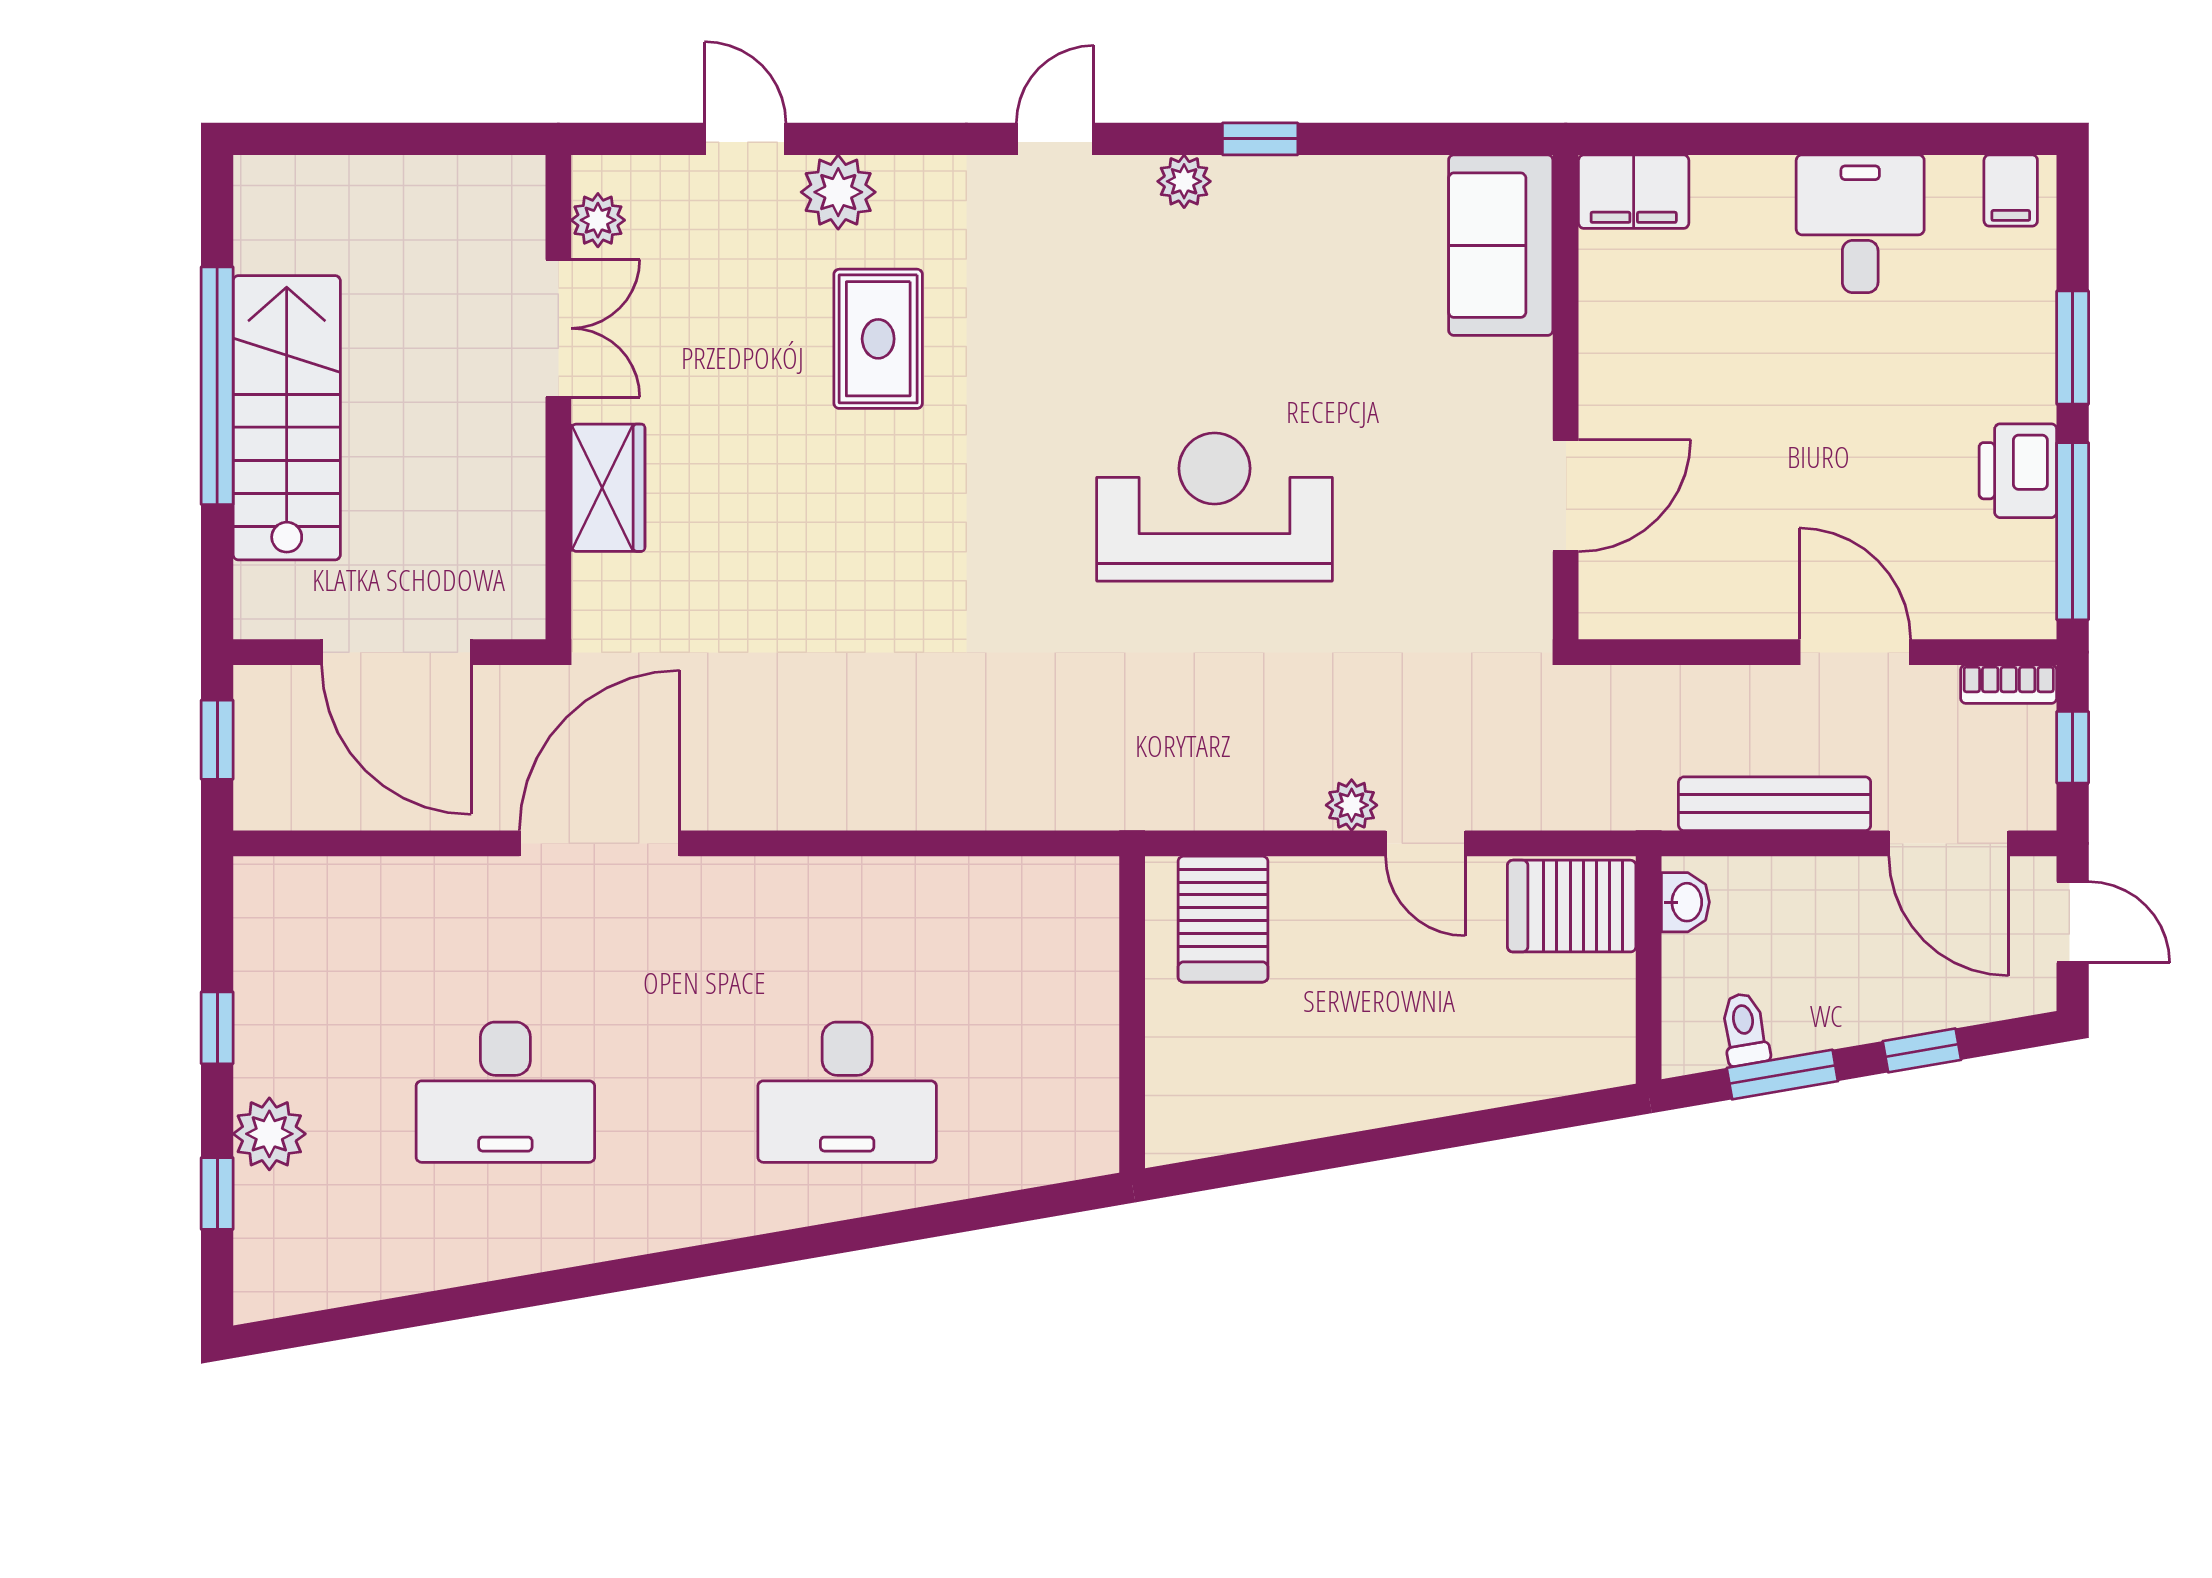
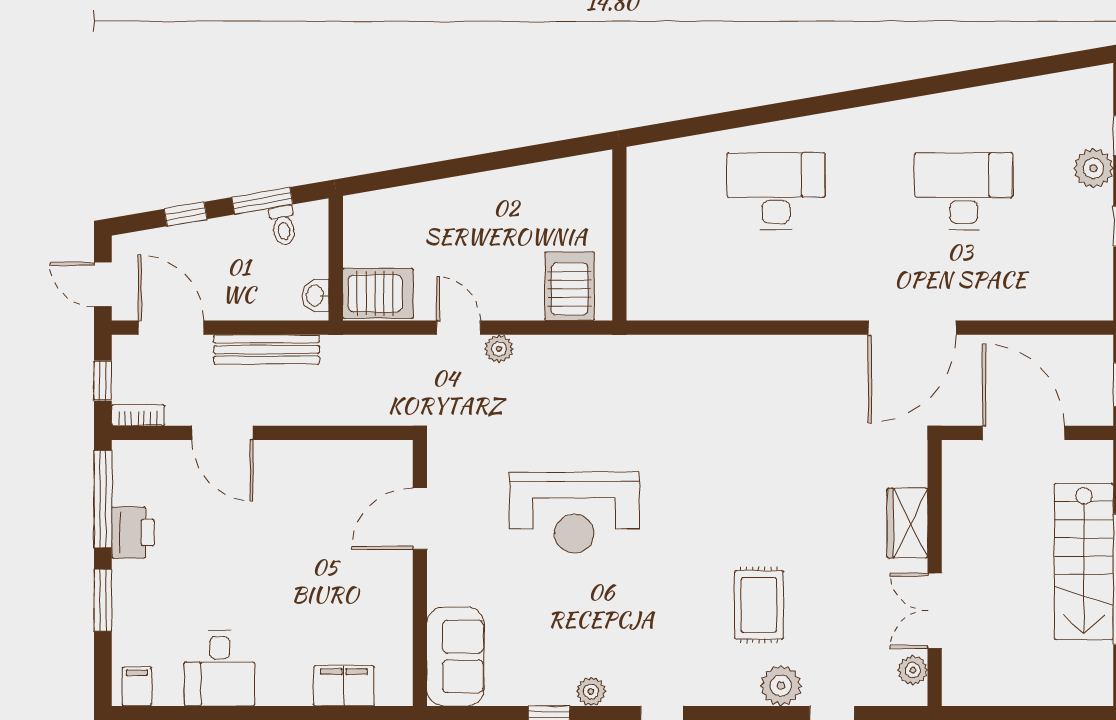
sofa: (1501, 245) -> (455, 656), moved
wall: (1566, 397) -> (420, 573), moved
door: (1566, 496) -> (420, 519), moved

